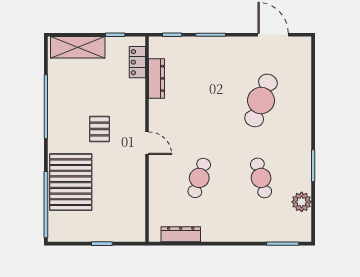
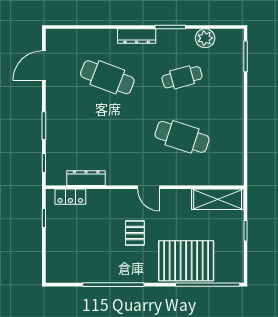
shelving: (78, 47) -> (218, 199), moved, turned 90
pallet: (99, 129) -> (135, 233), turned 90
door: (147, 143) -> (149, 187), swing flipped
cafe table: (199, 178) -> (182, 137), width x1.37, depth x1.35
dresser: (181, 234) -> (137, 36), moved, turned -90

